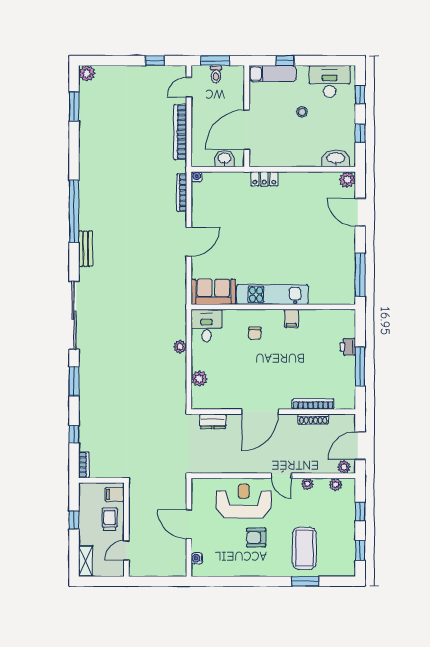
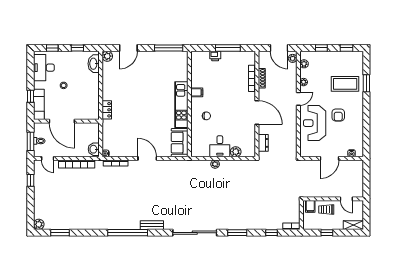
door: (247, 130) -> (62, 121), moved
washbasin: (225, 159) -> (94, 149), moved
desk: (206, 326) -> (220, 146), moved, turned -90

